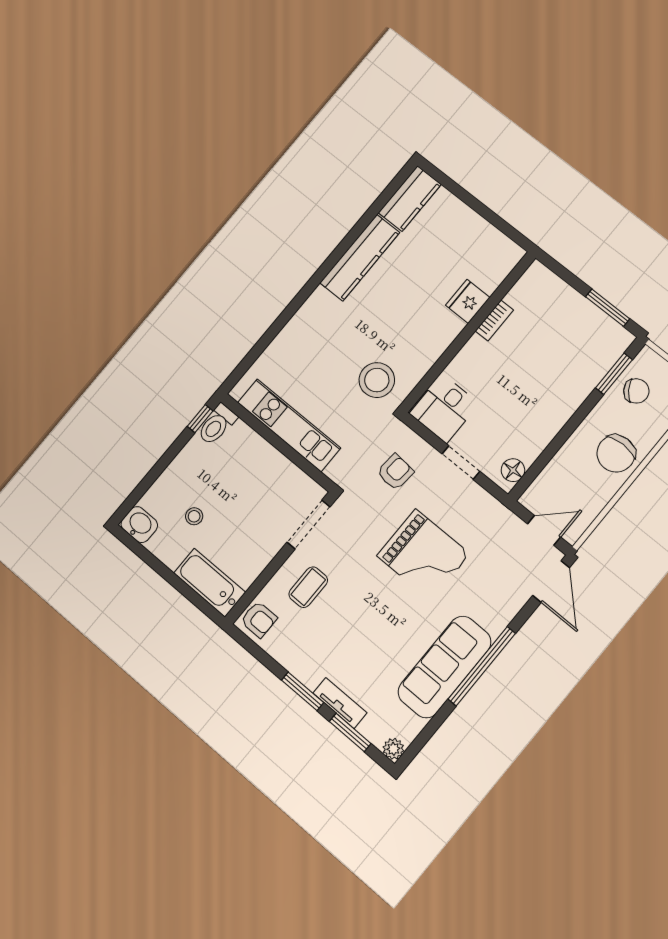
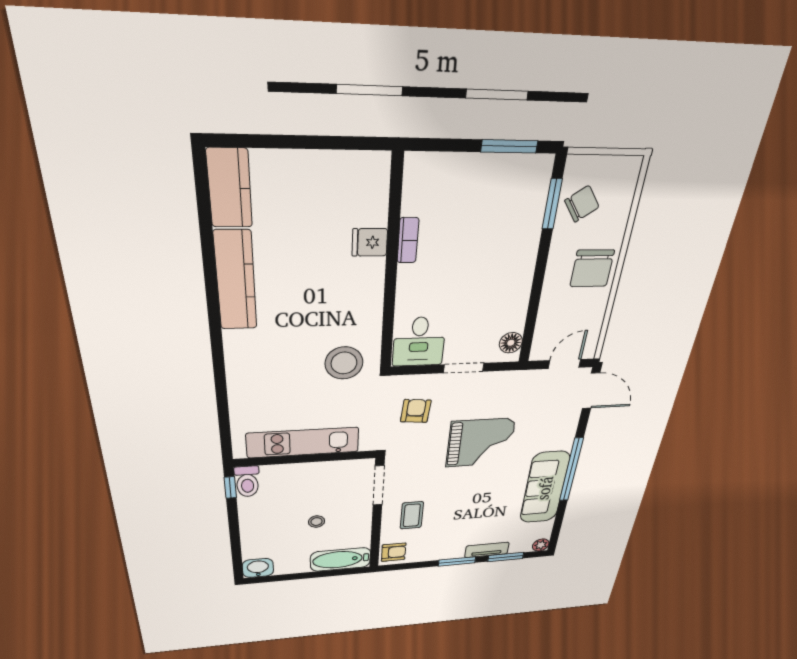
fridge: (468, 301) -> (370, 242), width x0.72
stool: (194, 516) -> (317, 522), moved

